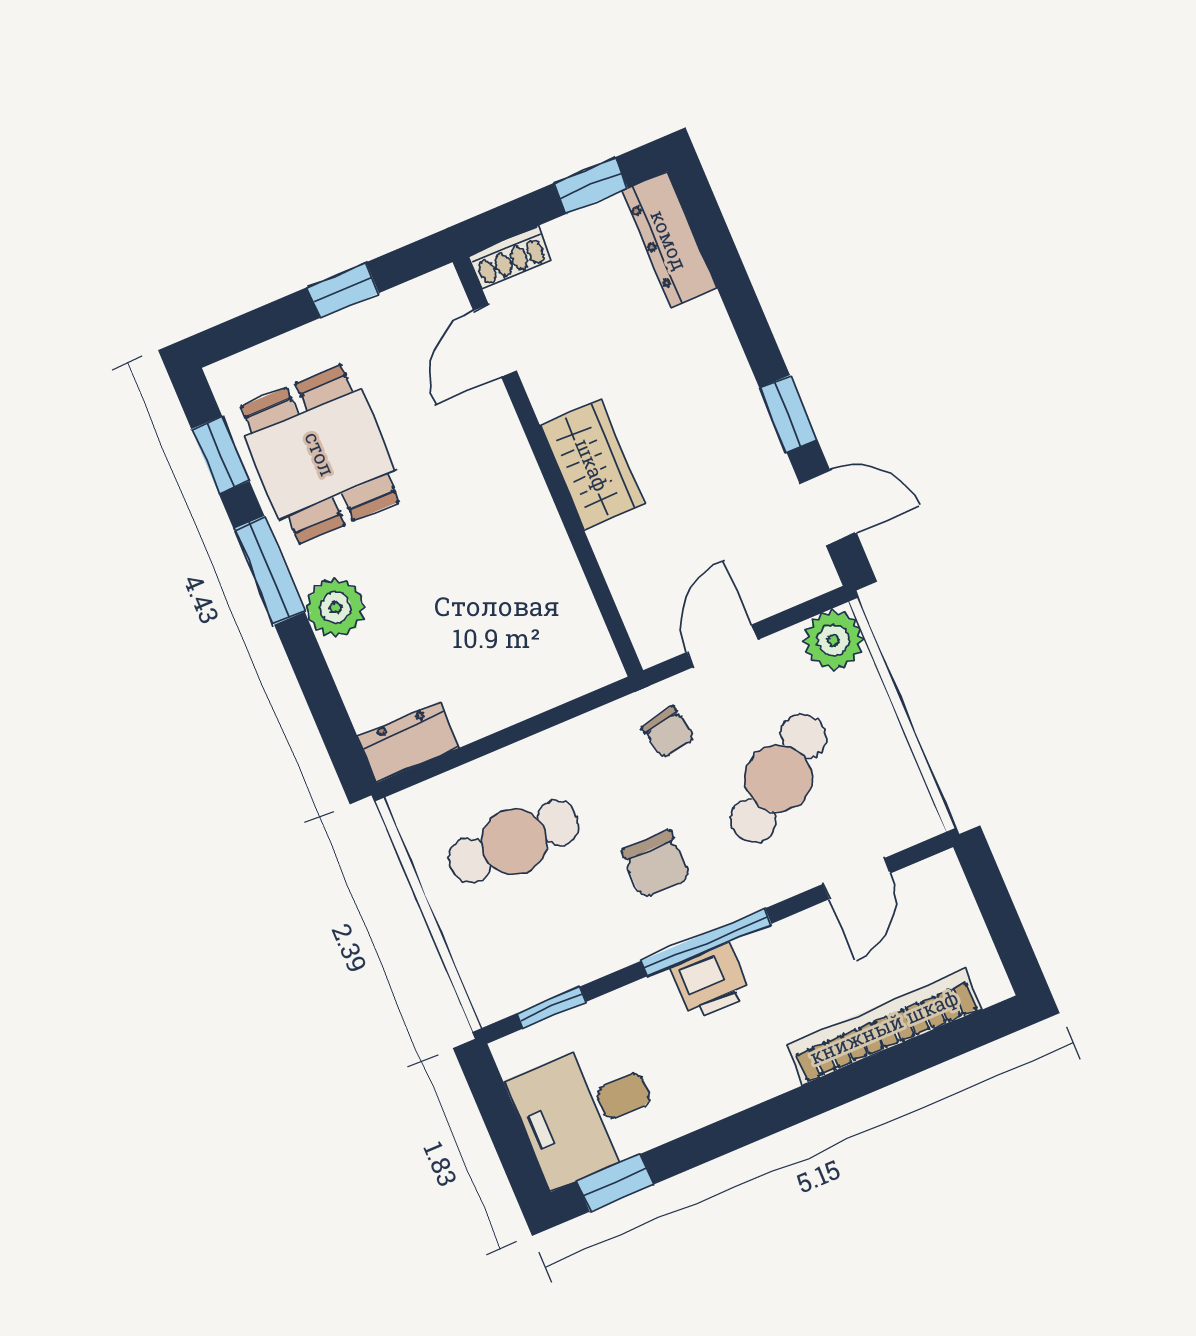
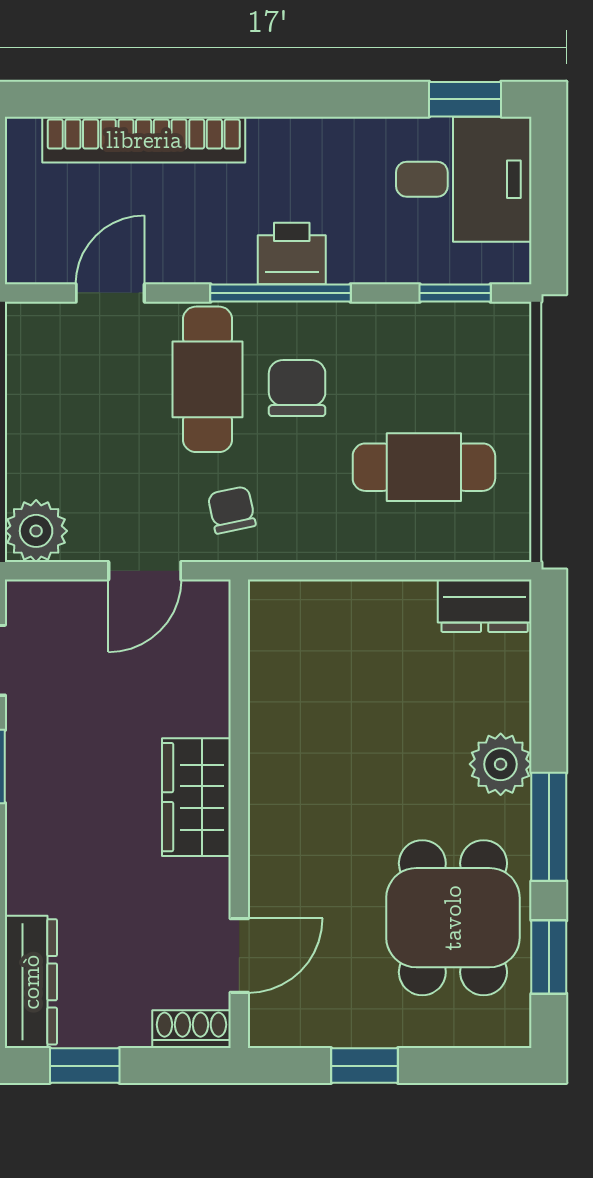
cafe table: (778, 778) -> (207, 379), moved, turned -54

